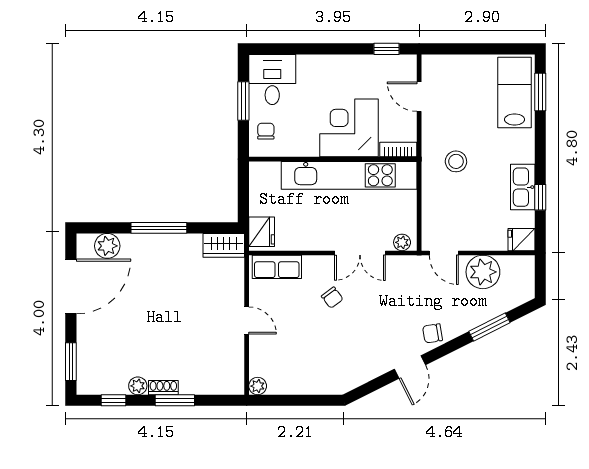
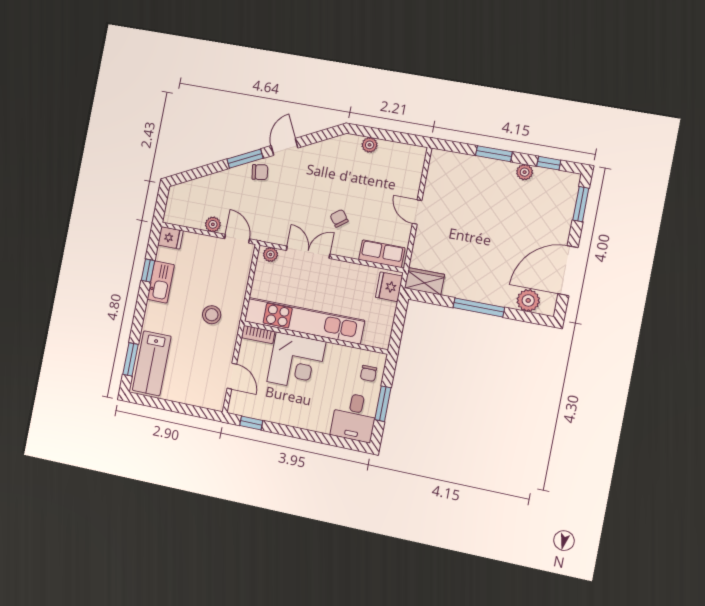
plant: (483, 272) -> (213, 224), width x0.53, depth x0.53
window: (489, 327) -> (245, 159), moved
plant: (258, 386) -> (370, 145), moved
shoe rack: (163, 388) -> (502, 167), removed

